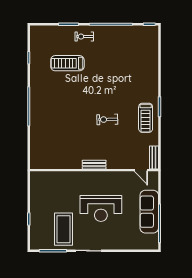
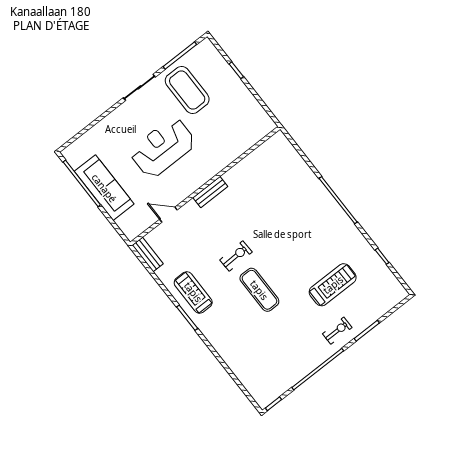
exercise mat: (109, 91) -> (259, 290), added
door: (141, 170) -> (168, 215), moved

